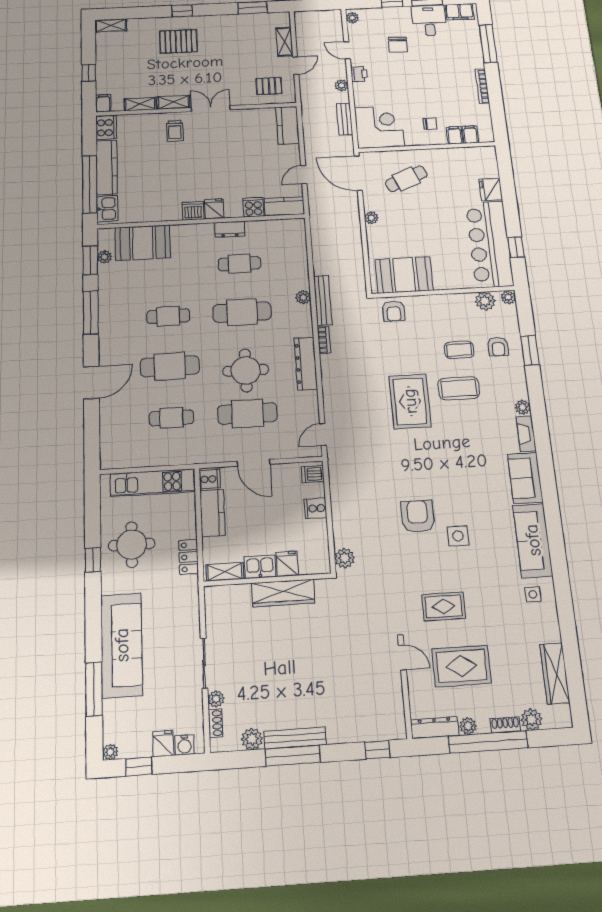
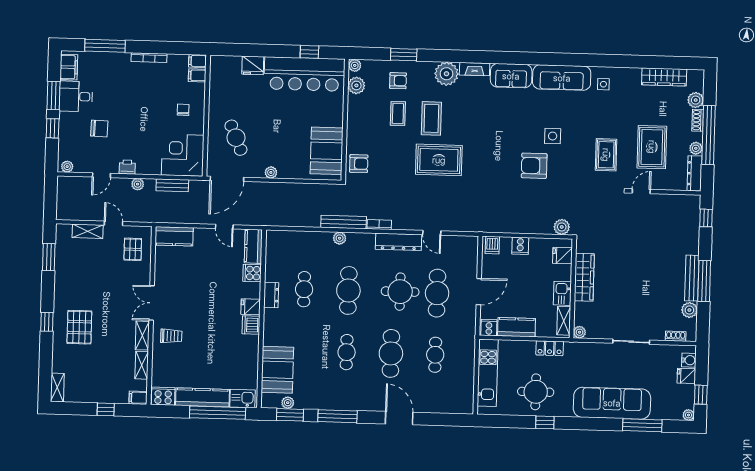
filing cabinet: (455, 135) -> (198, 61), moved
plant: (523, 407) -> (446, 74), width x1.88, depth x1.88
door: (323, 435) -> (432, 233), moved
fridge: (287, 564) -> (562, 256), moved
plant: (216, 699) -> (580, 332), moved

